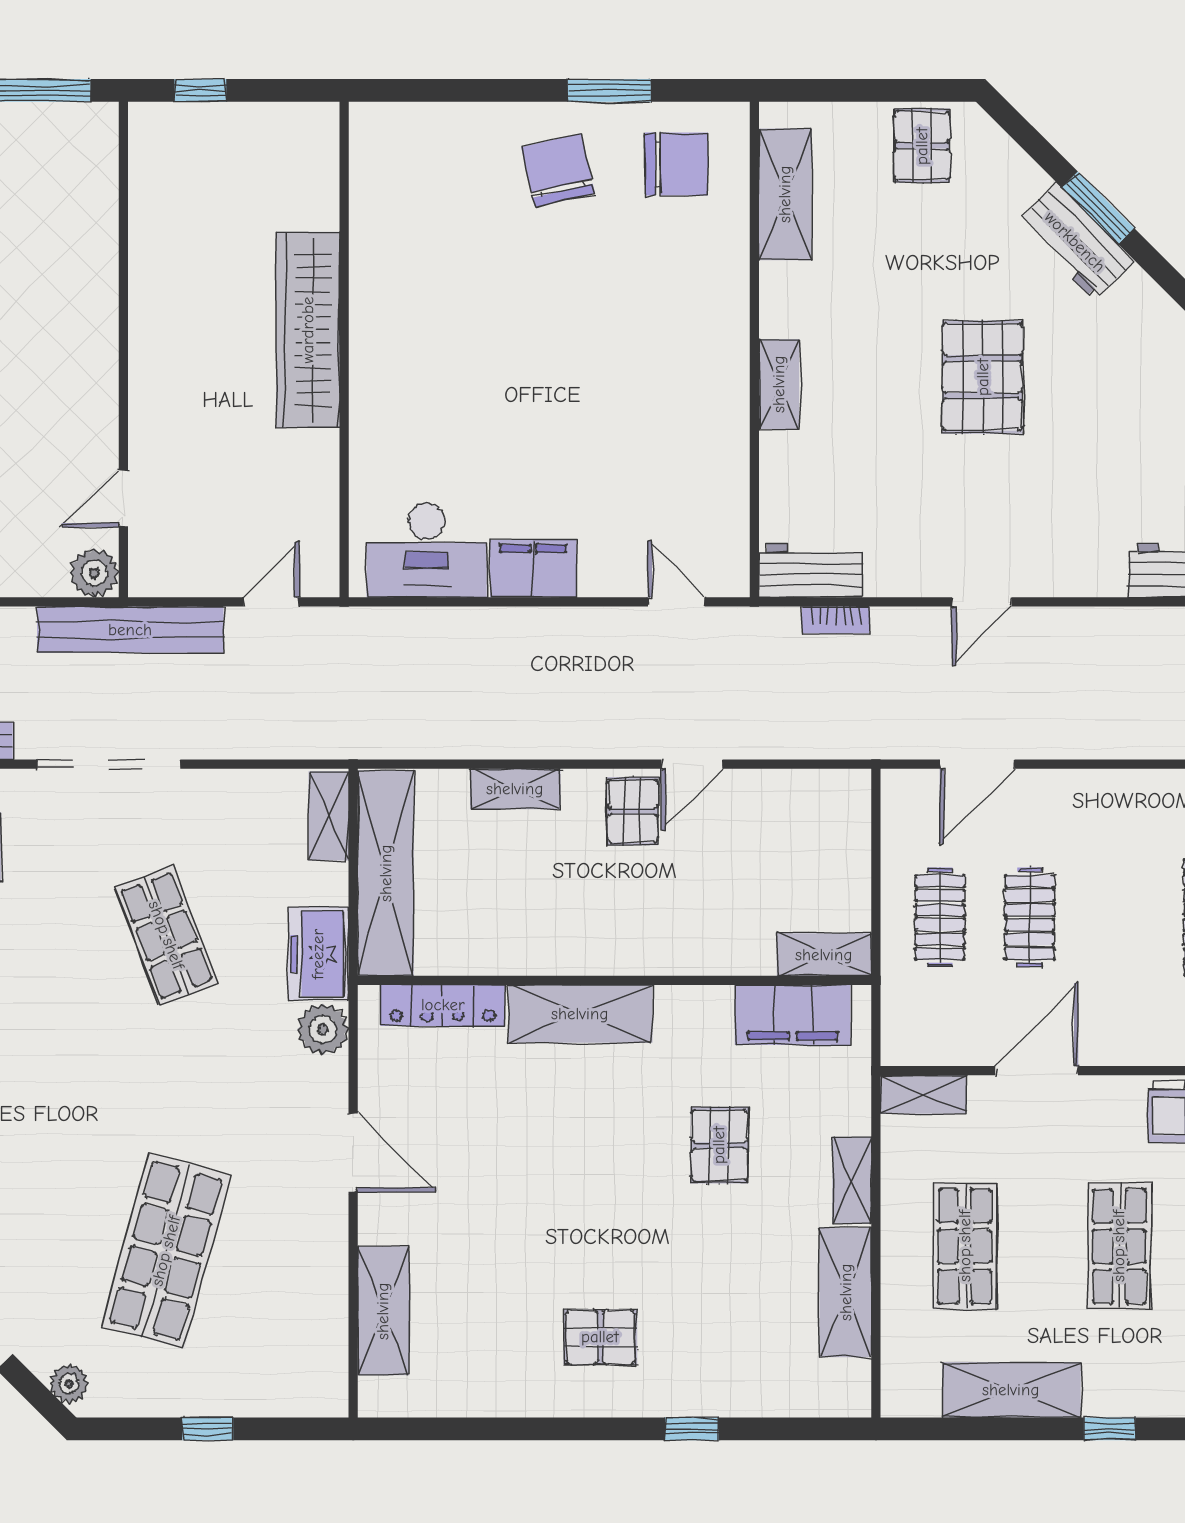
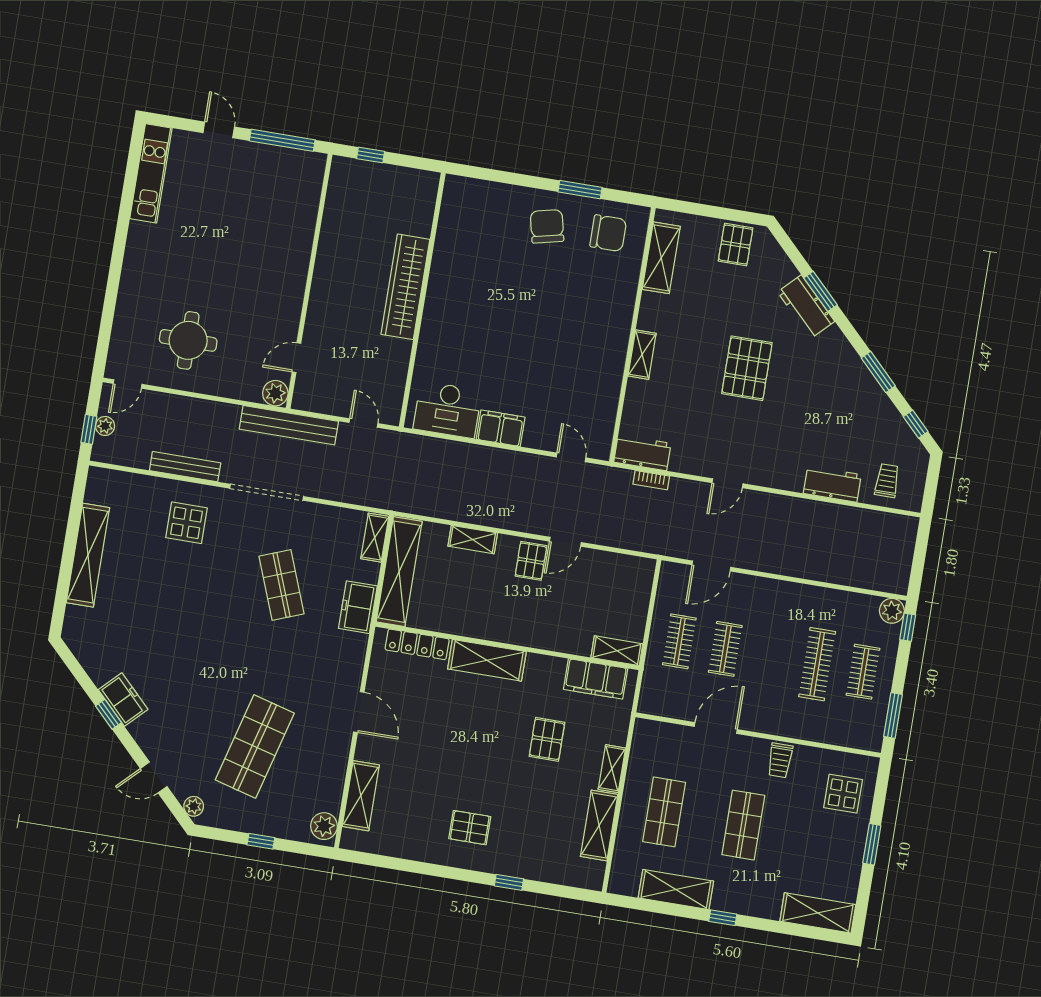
door: (271, 602) -> (363, 423), hinge flipped
plant: (323, 1029) -> (324, 826), moved
shelving: (923, 1094) -> (656, 731), removed

